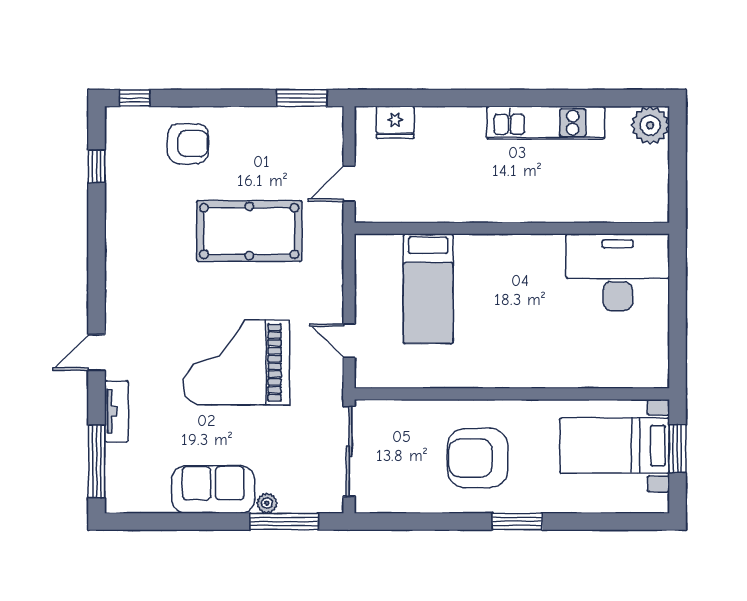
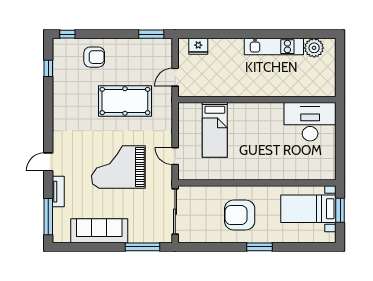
plant: (650, 125) -> (314, 48), moved
sofa: (213, 489) -> (99, 231), width x1.36
plant: (267, 503) -> (134, 238), removed

